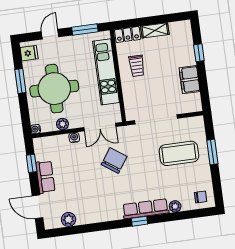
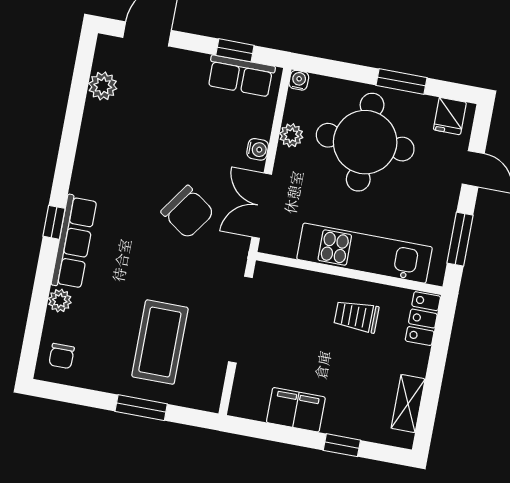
shelving: (155, 30) -> (408, 404), moved
row of seats: (45, 177) -> (241, 76), moved

